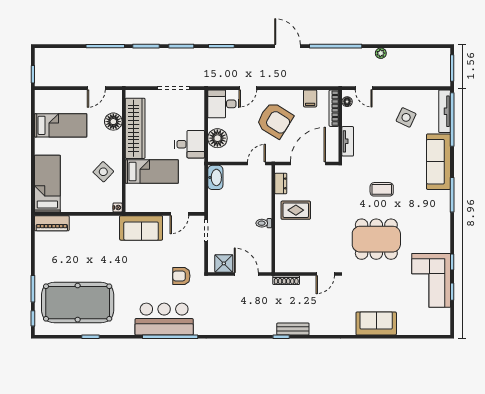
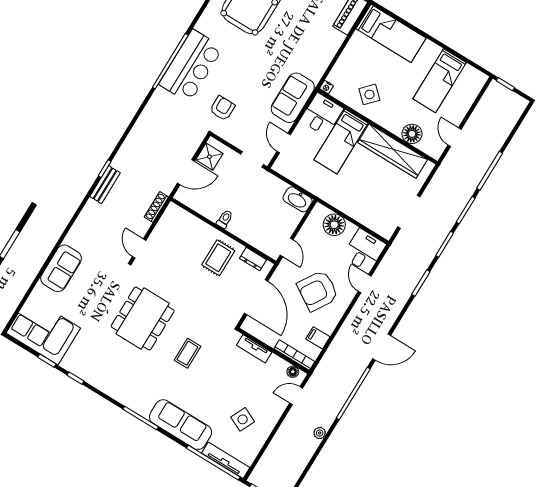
desk: (190, 144) -> (322, 114), moved, turned 180
corner sofa: (431, 280) -> (43, 331), moved

